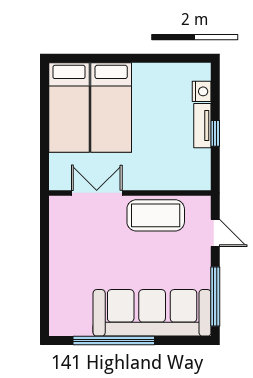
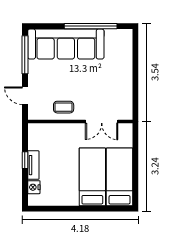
coffee table: (156, 215) -> (64, 107), width x0.54, depth x0.58

